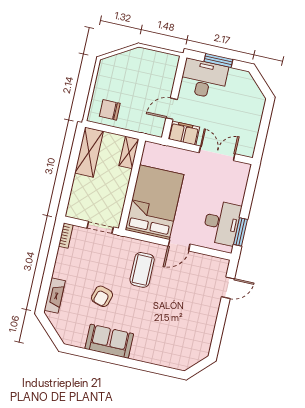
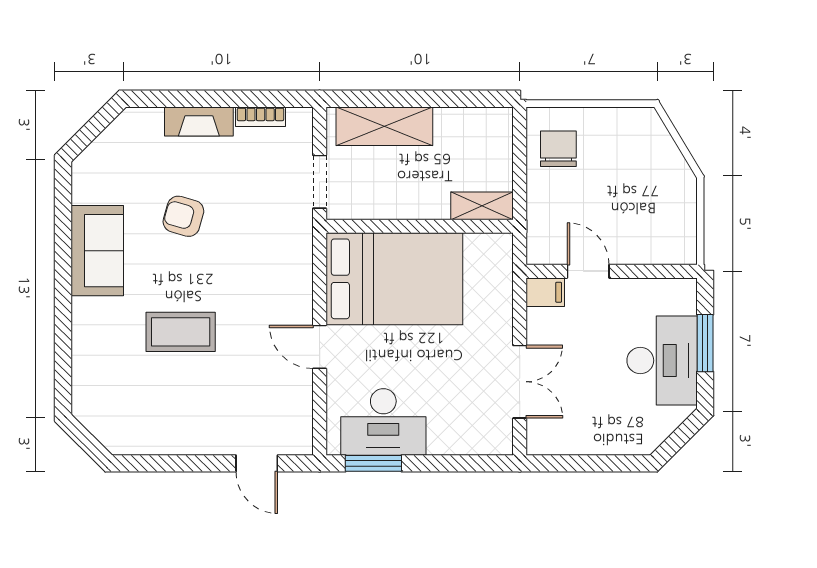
desk: (204, 79) -> (662, 360), moved
filing cabinet: (184, 133) -> (545, 292), width x0.50
shelving: (89, 152) -> (384, 126), moved
bookcase: (66, 236) -> (261, 117), moved
coffee table: (142, 270) -> (181, 332), moved
fireplace: (55, 295) -> (199, 122), moved

